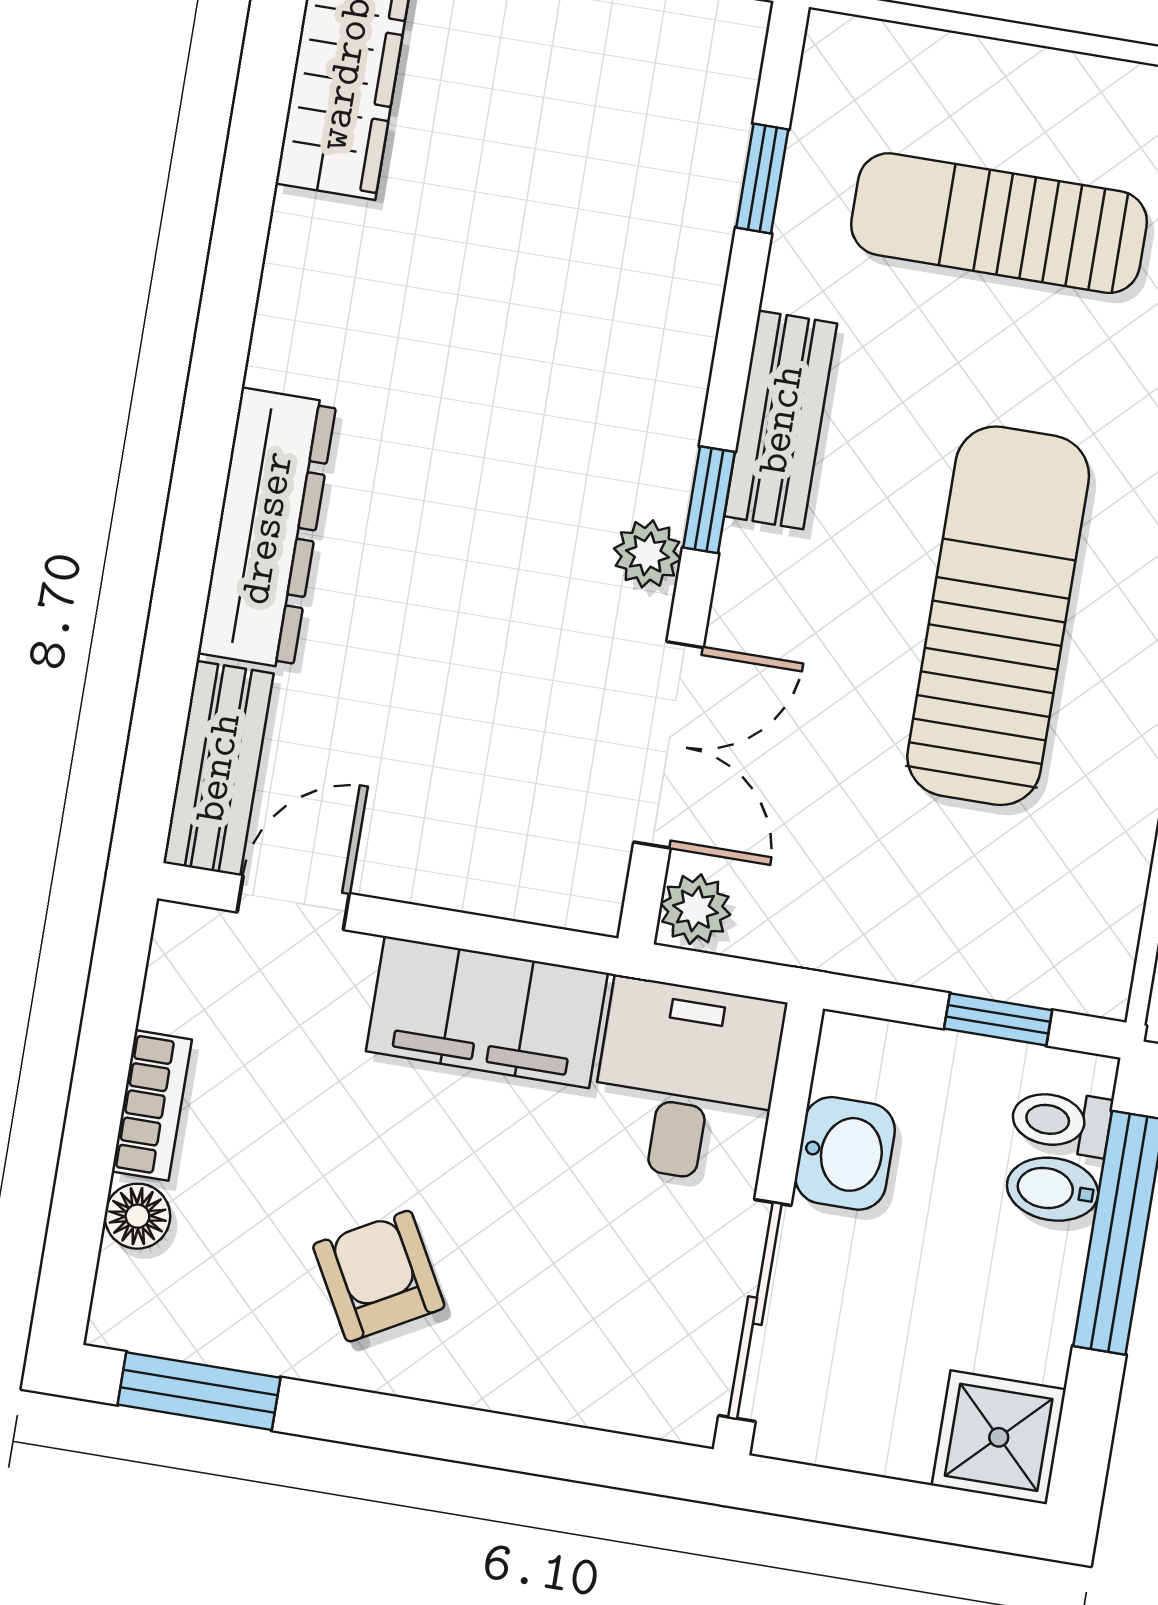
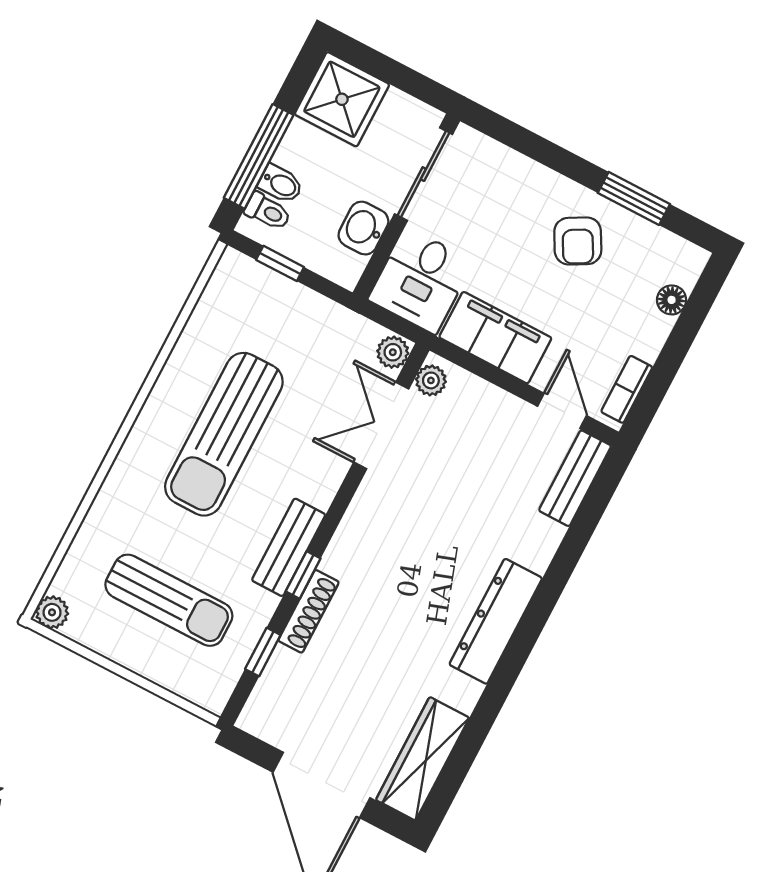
shoe rack: (693, 297) -> (309, 611), added
window: (709, 500) -> (303, 575), moved
dresser: (267, 528) -> (496, 621), moved
plant: (648, 554) -> (431, 380), moved
door: (293, 903) -> (562, 411), swing flipped
bookcase: (152, 1105) -> (627, 389), moved
window: (199, 1391) -> (634, 198), moved
shower: (999, 1437) -> (342, 99), width x1.36, depth x1.36

